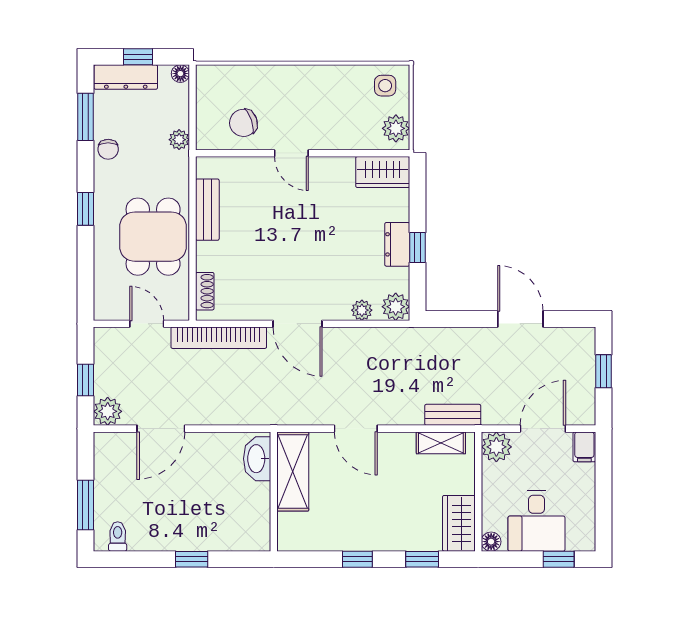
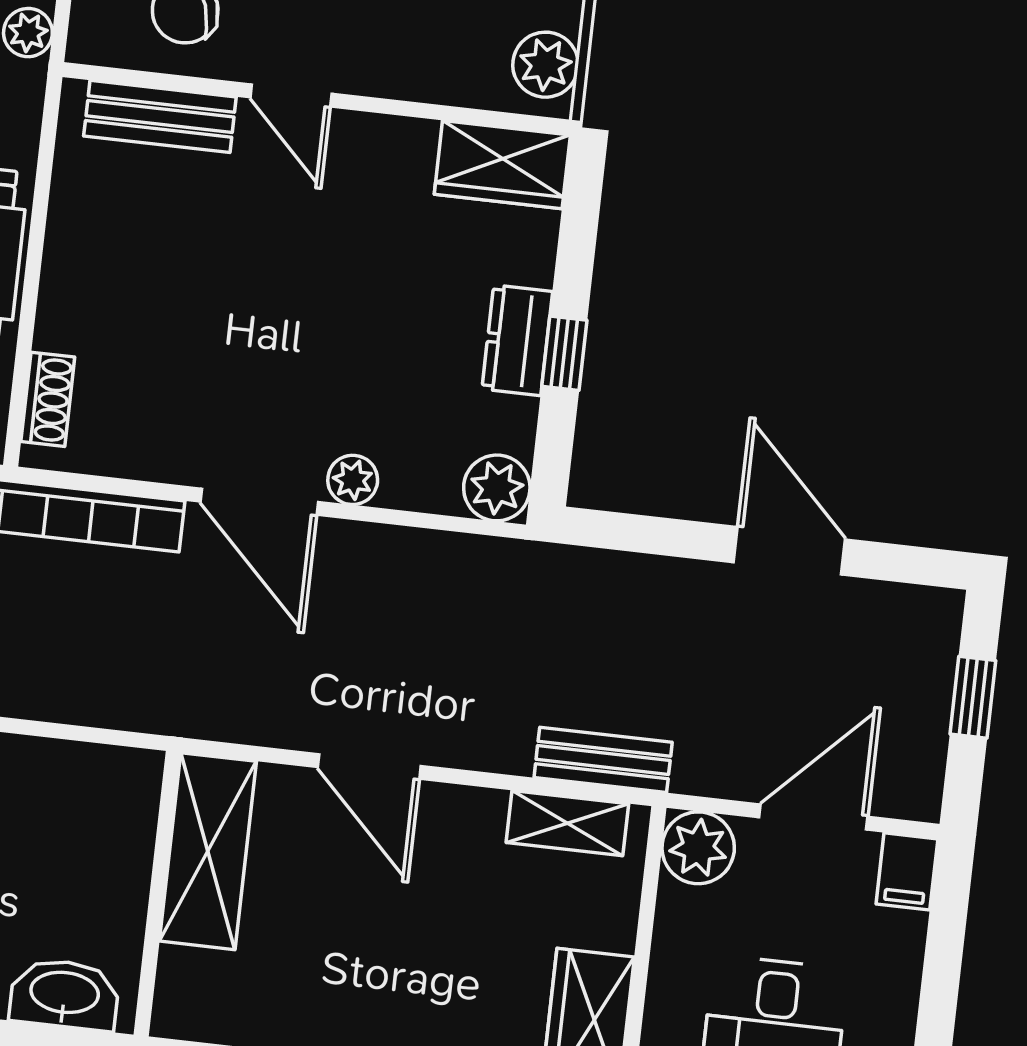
bench: (207, 210) -> (160, 116), moved, turned 90
plant: (362, 310) -> (353, 480), moved
washbasin: (257, 459) -> (64, 994), moved, turned 90

